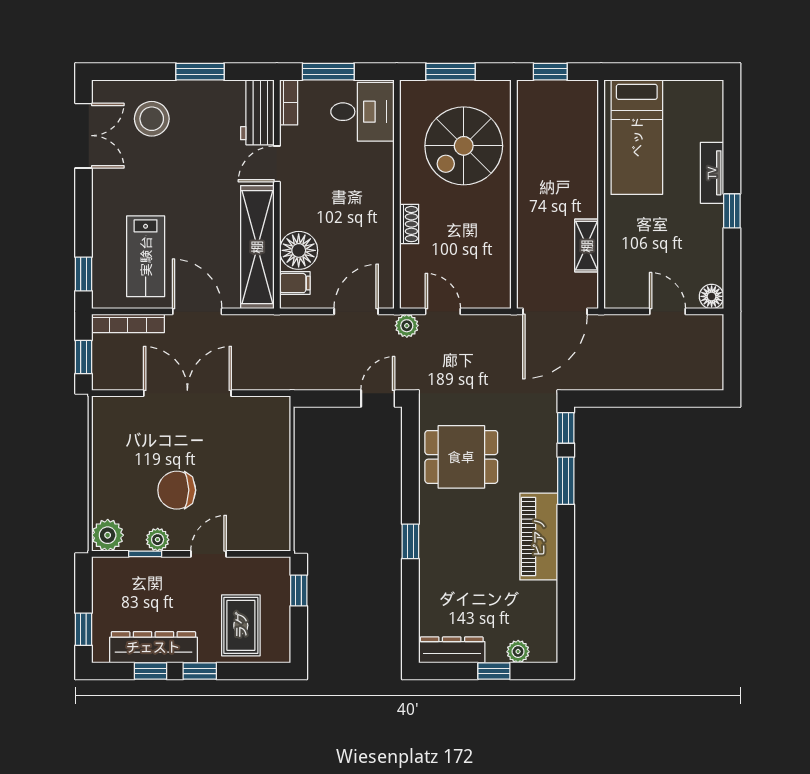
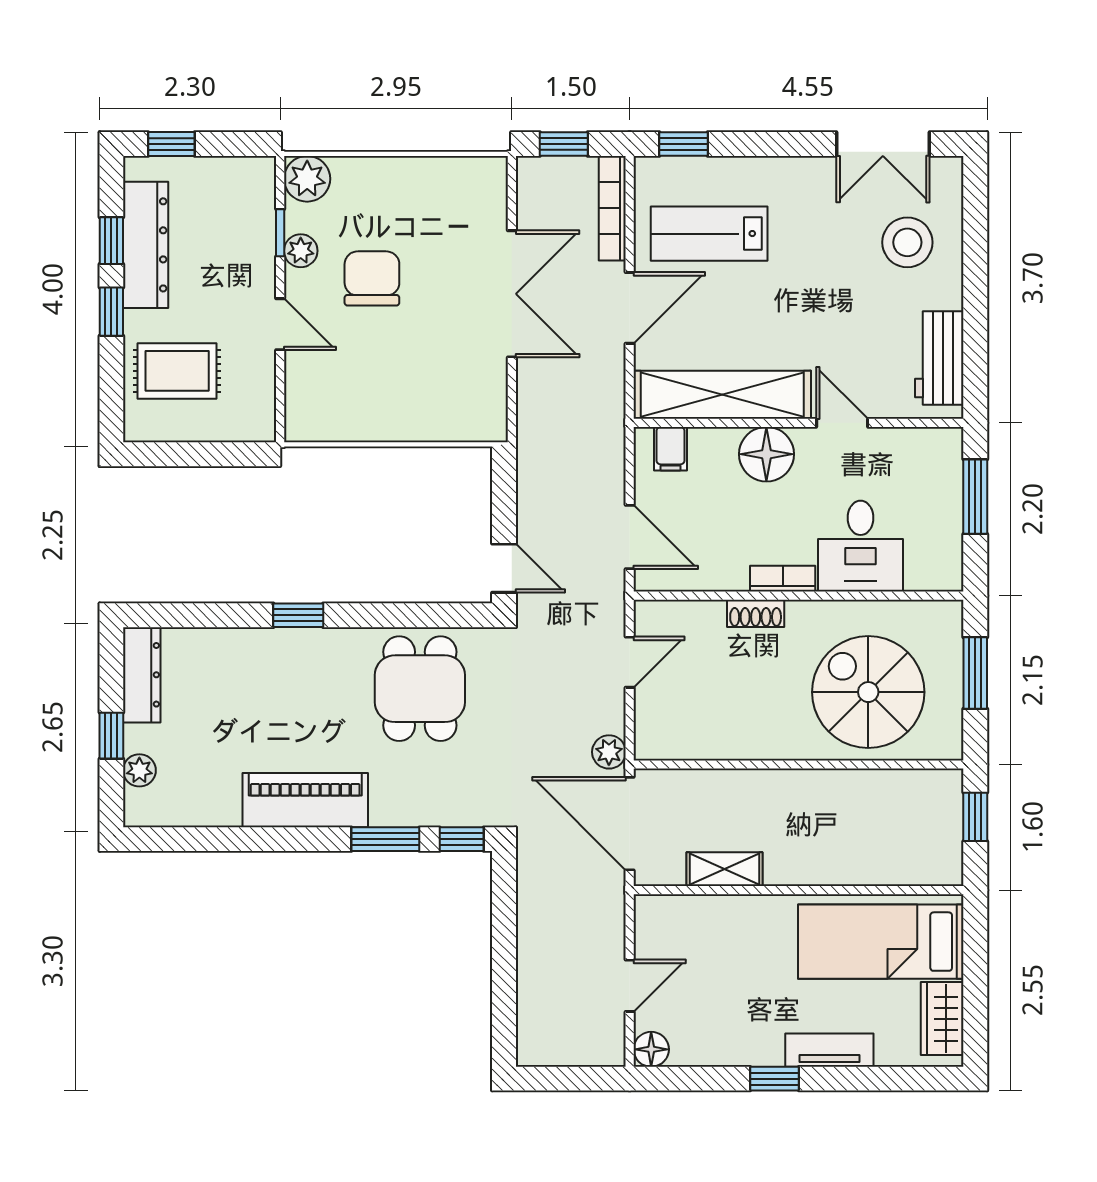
window: (200, 72) -> (975, 312), removed
wardrobe: (690, 95) -> (942, 1019), added
bookcase: (289, 102) -> (783, 579), moved, turned 180
workbench: (257, 112) -> (939, 358), moved, turned -90
desk: (362, 112) -> (860, 546), moved
floor lamp: (299, 250) -> (766, 454), moved
plant: (407, 326) -> (609, 752), moved
window: (299, 590) -> (227, 454), removed

